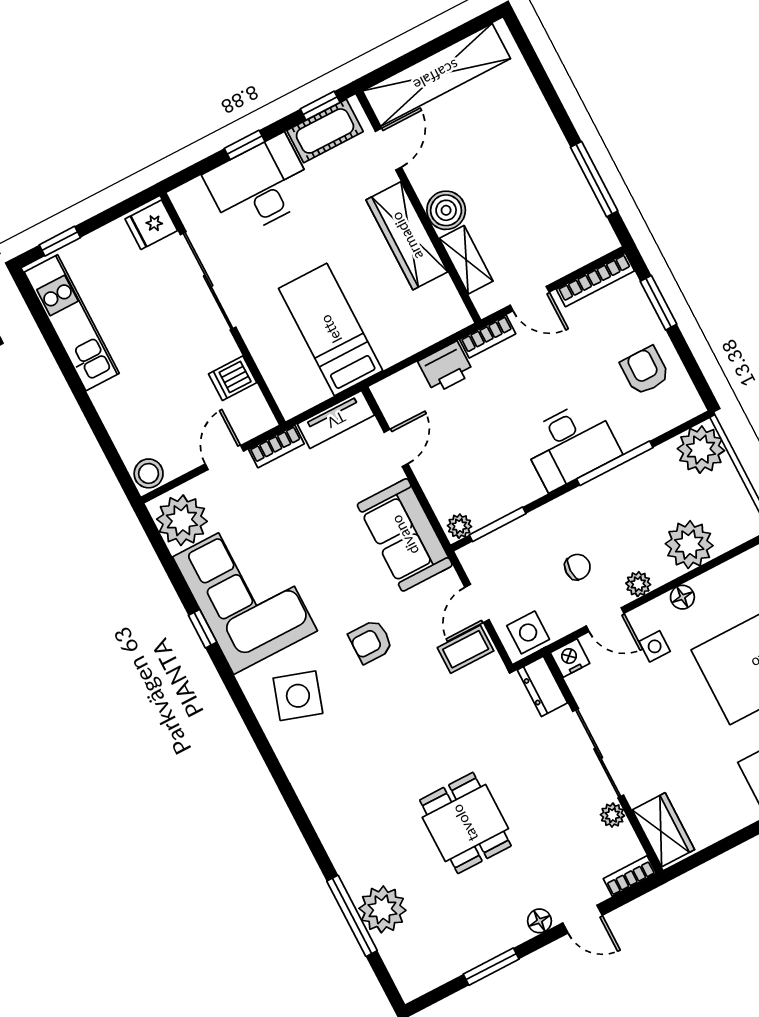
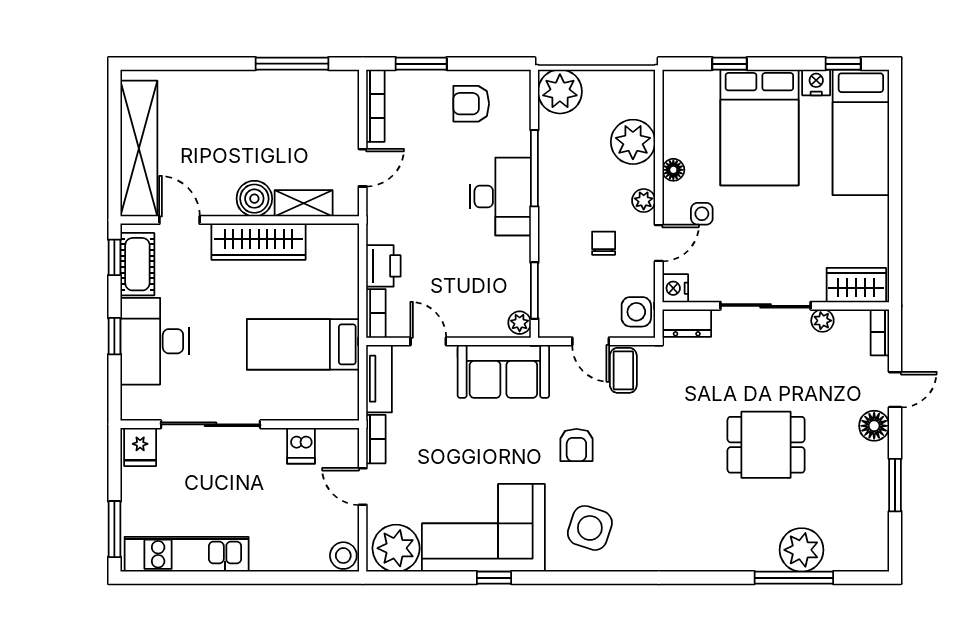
window: (60, 241) -> (114, 529), width x1.50
bookcase: (488, 337) -> (376, 313), moved
floor lamp: (539, 921) -> (874, 426), width x1.37, depth x1.37

